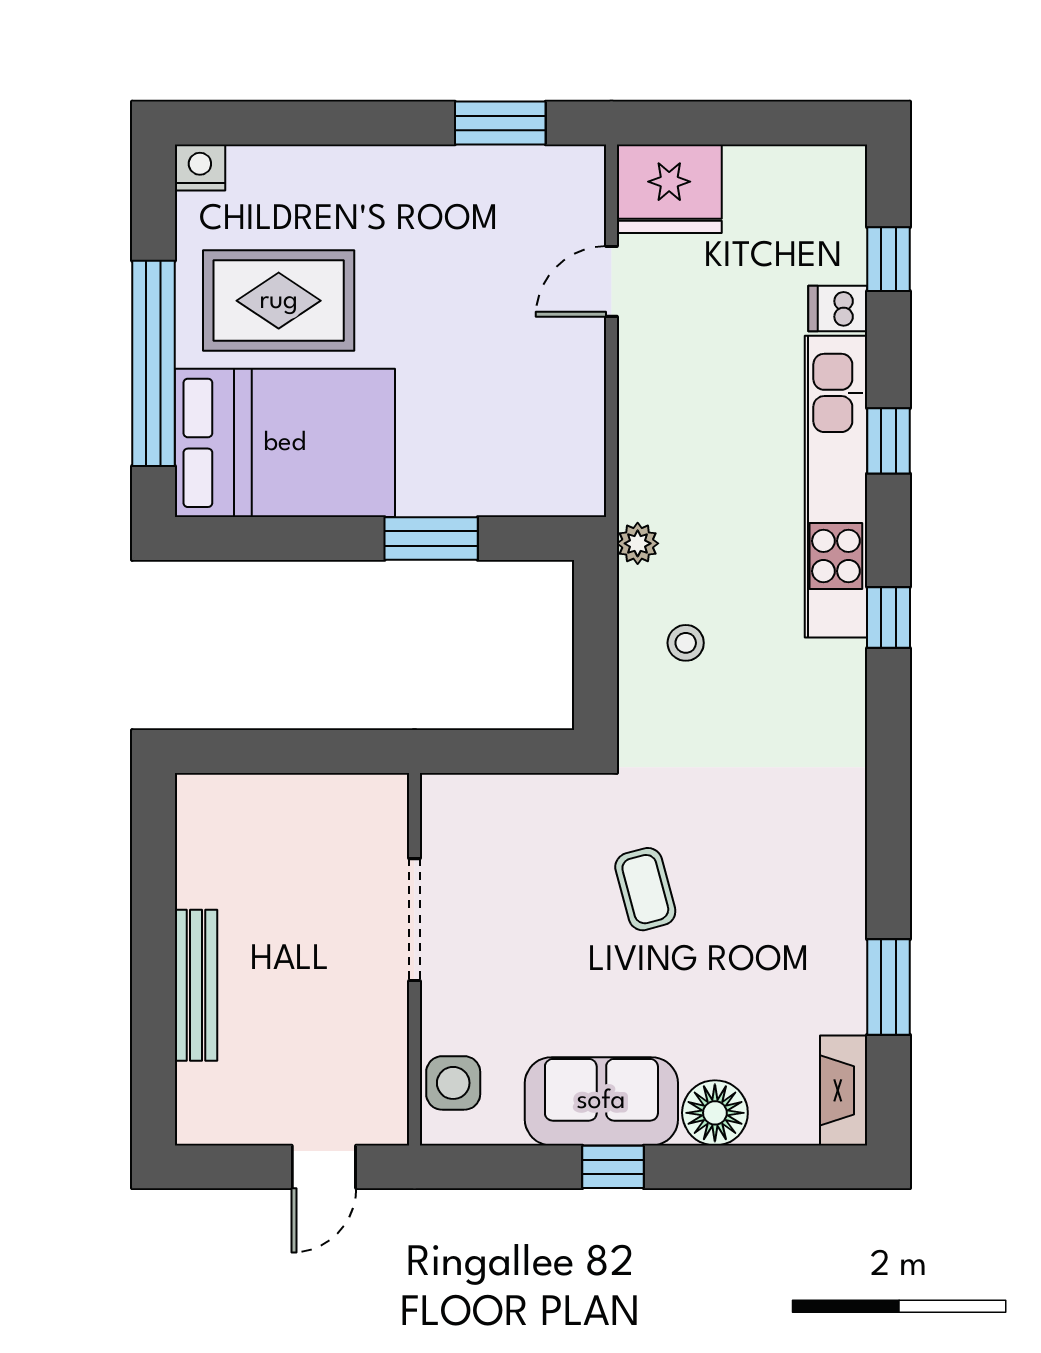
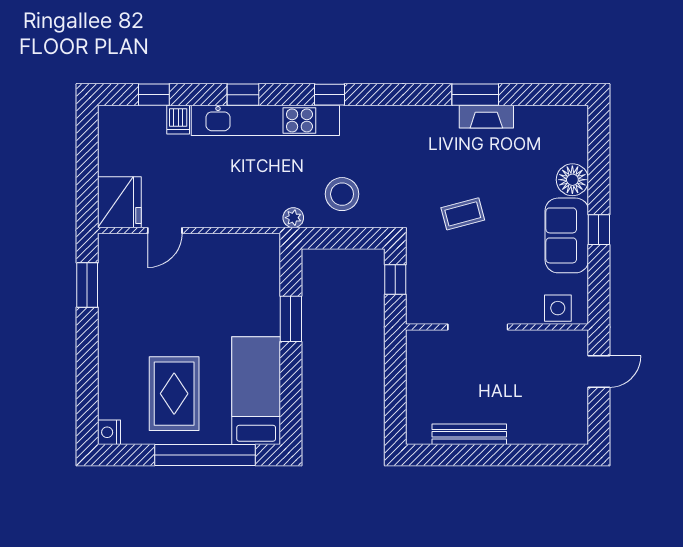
door: (612, 281) -> (165, 230), hinge flipped
bed: (285, 443) -> (256, 391), width x0.67
stool: (686, 643) -> (342, 194), width x1.89, depth x1.89
window: (512, 751) -> (395, 279), added
bench: (196, 985) -> (469, 434), moved
window: (888, 987) -> (475, 95), moved
fireplace: (844, 1090) -> (486, 117), moved
door: (324, 1167) -> (599, 372), hinge flipped

